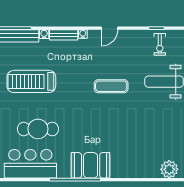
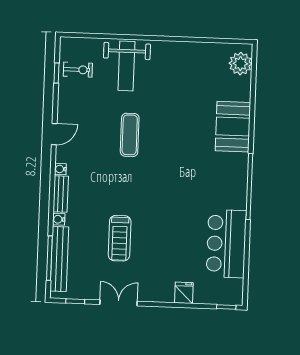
door: (110, 28) -> (54, 134), hinge flipped
treadmill: (31, 81) -> (120, 238), width x0.73, depth x0.73
cafe table: (38, 129) -> (182, 232), removed
booth: (91, 165) -> (233, 127), moved

